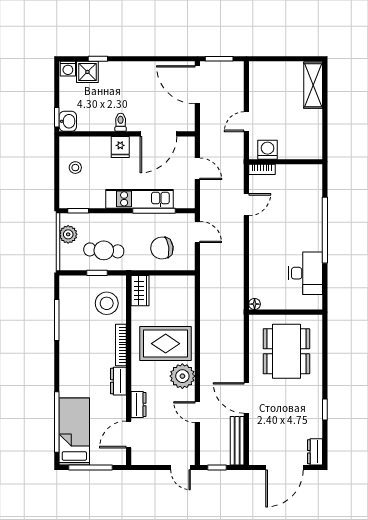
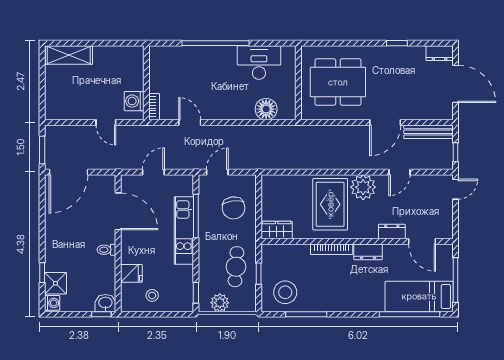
fridge: (120, 147) -> (131, 273), moved
stool: (107, 303) -> (285, 292), moved
floor lamp: (255, 304) -> (266, 109), moved, width x1.89, depth x1.89

